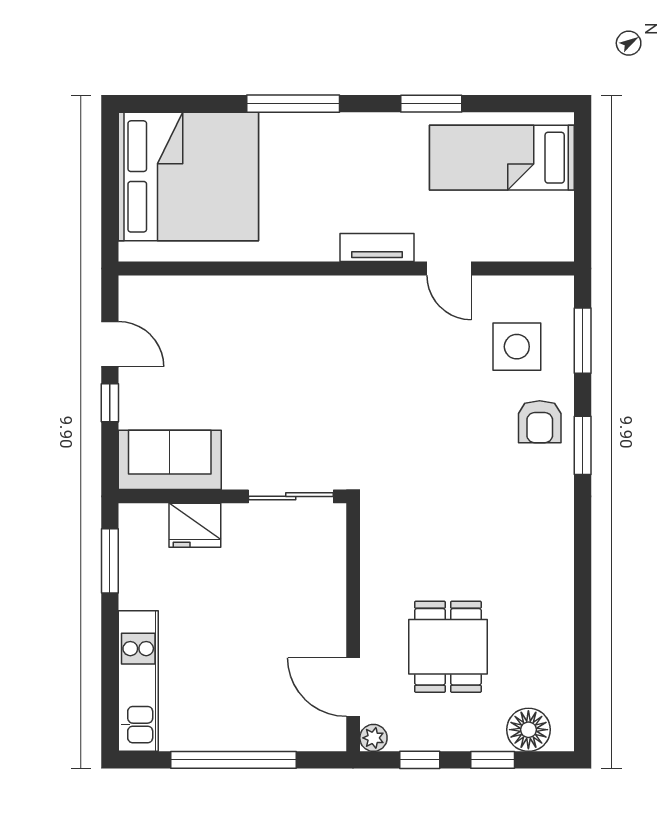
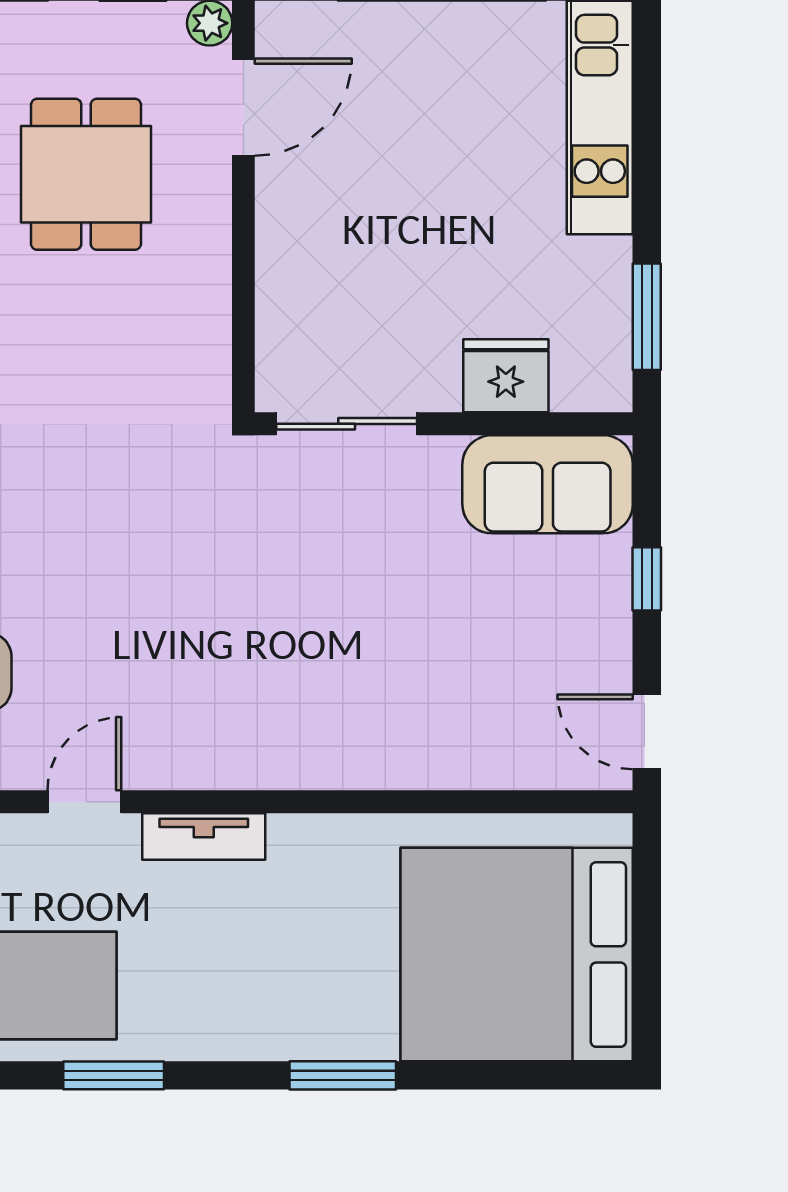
window: (293, 104) -> (343, 1075), width x0.69
door: (449, 268) -> (84, 802), hinge flipped
door: (110, 344) -> (647, 732), moved
door: (353, 687) -> (243, 107), hinge flipped

